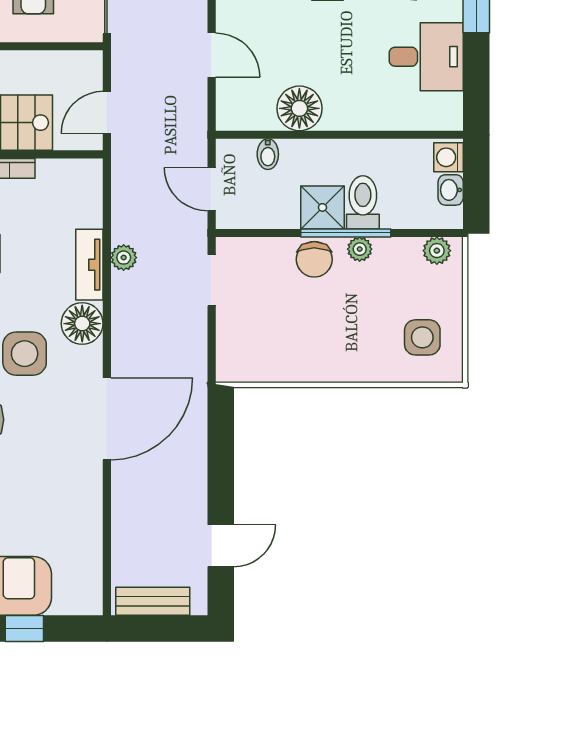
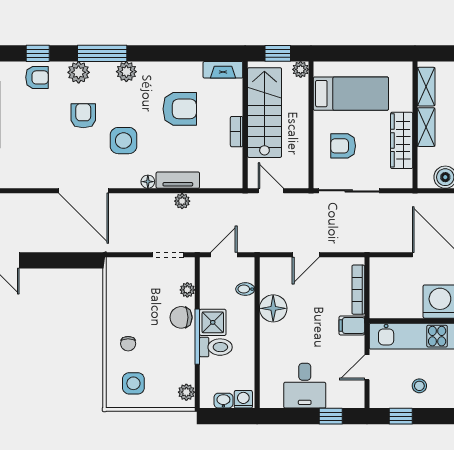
plant: (360, 249) -> (187, 290), moved
floor lamp: (82, 324) -> (148, 182), width x0.53, depth x0.53
chair: (357, 346) -> (128, 344), added

